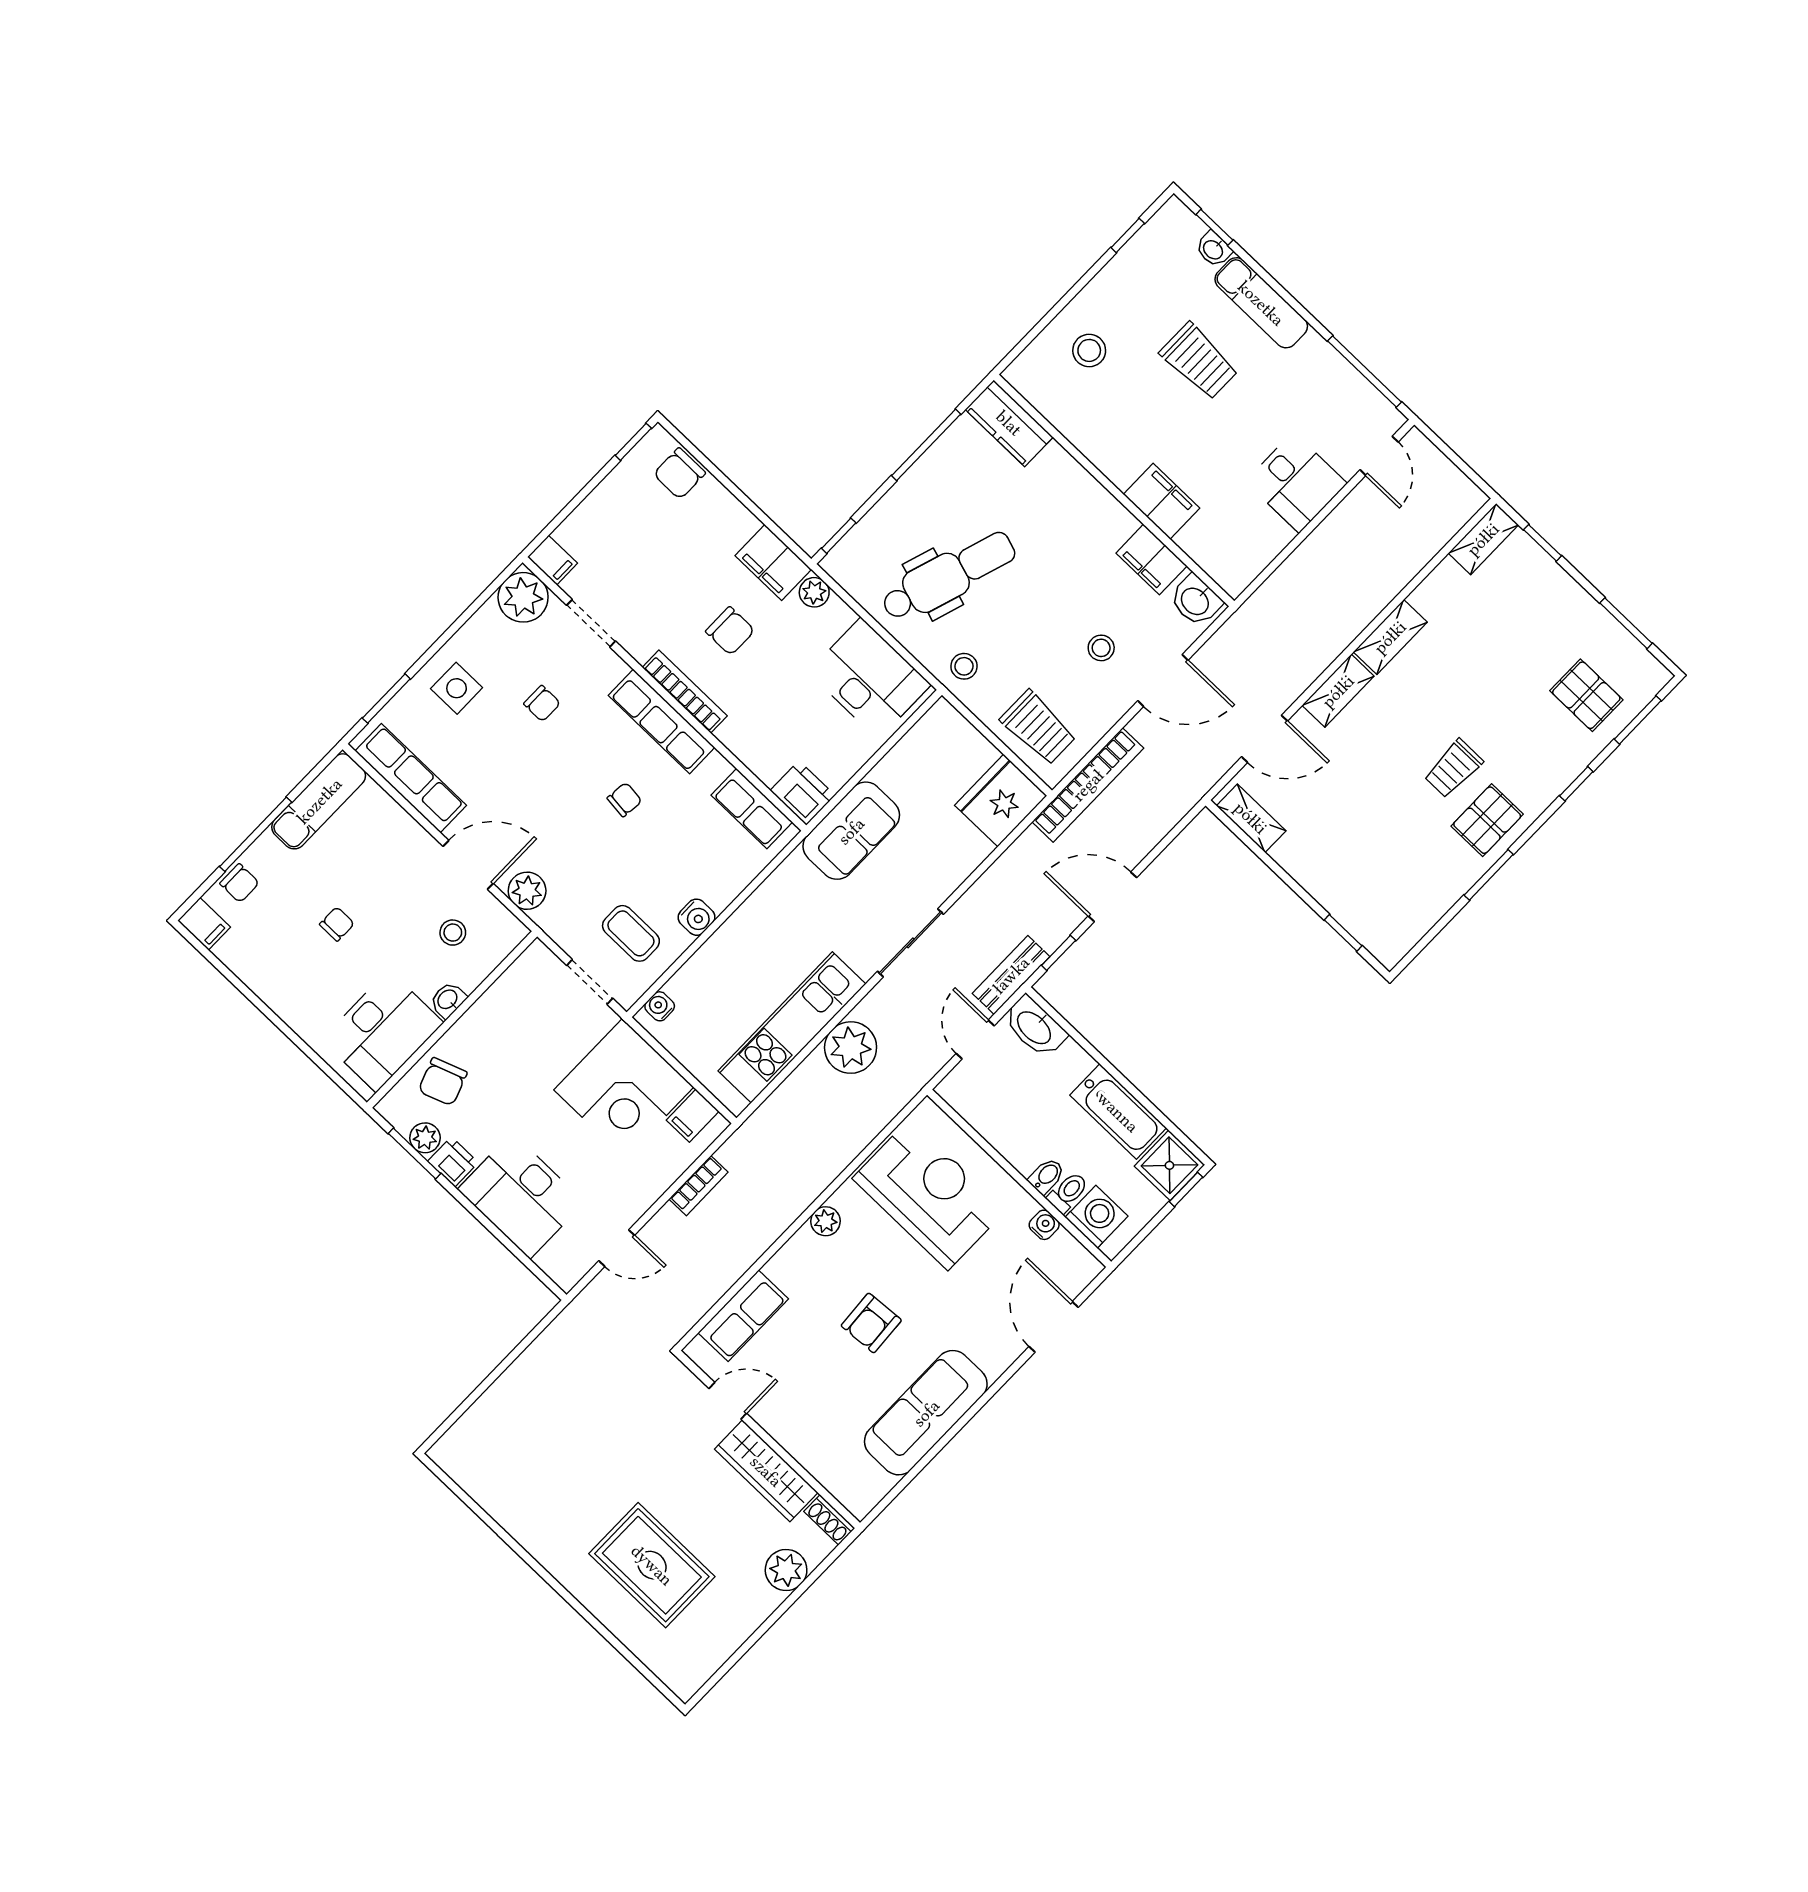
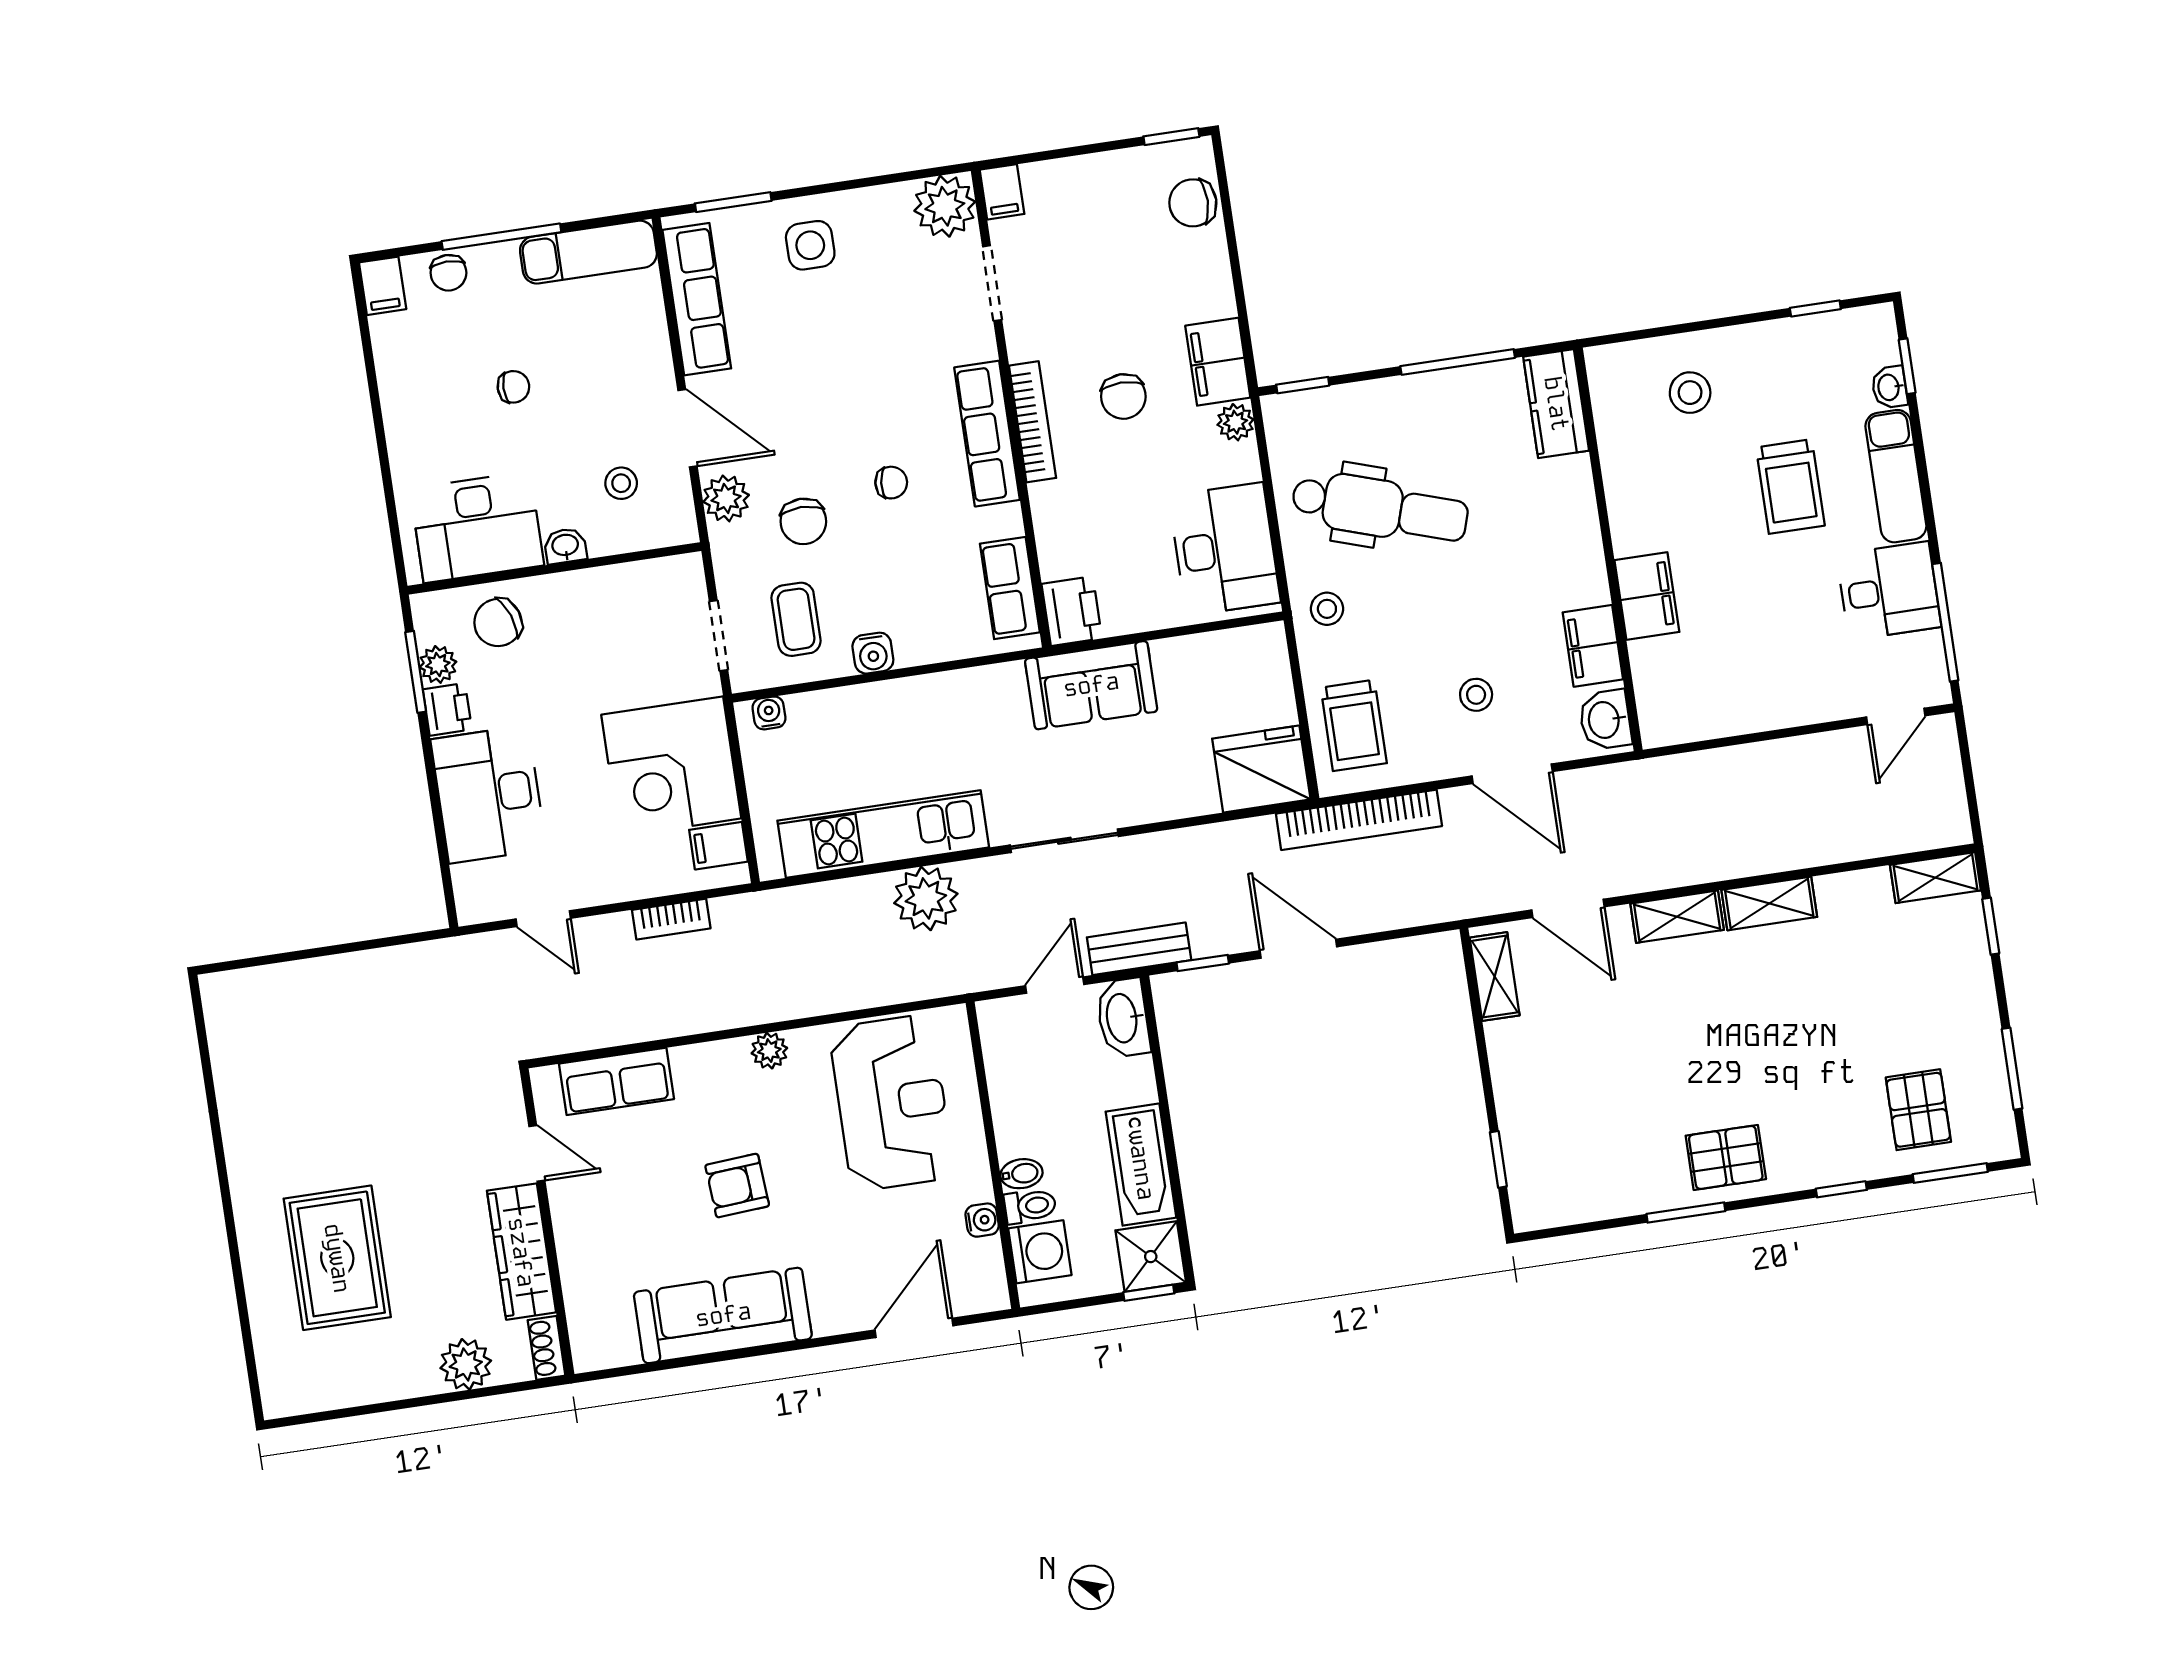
desk: (1296, 482) -> (1889, 591), moved, turned -90
chair: (542, 704) -> (803, 521), moved, width x1.37, depth x1.37
trolley: (1453, 769) -> (1732, 1081), removed

